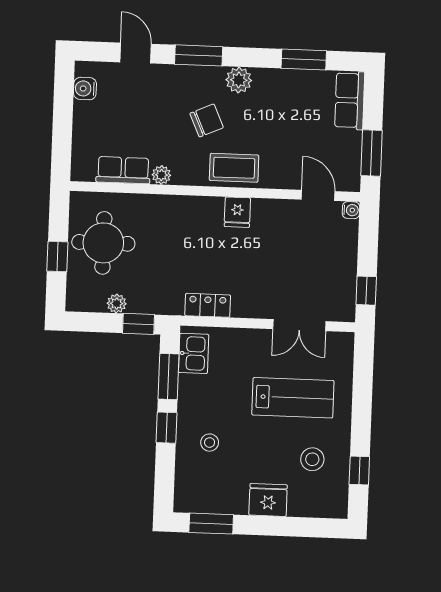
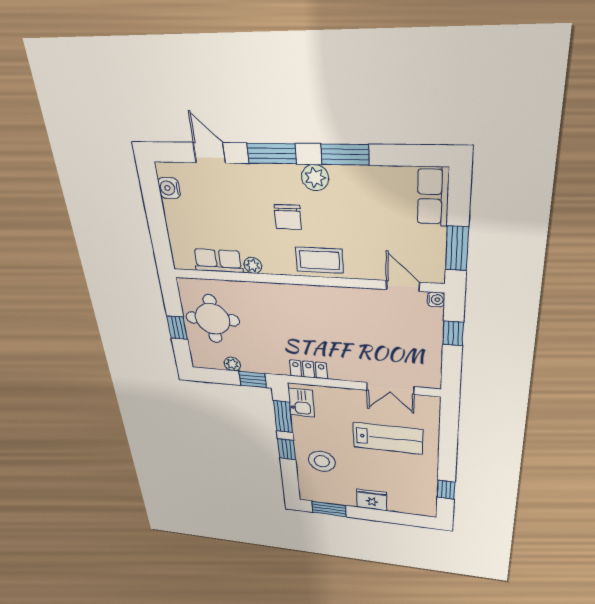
window: (304, 60) -> (345, 155), moved
chair: (207, 120) -> (288, 217), turned 114
fridge: (237, 212) -> (326, 298), removed
window: (366, 291) -> (453, 333), moved
stool: (210, 443) -> (322, 461), width x1.89, depth x1.89
stool: (312, 459) -> (406, 479), removed

